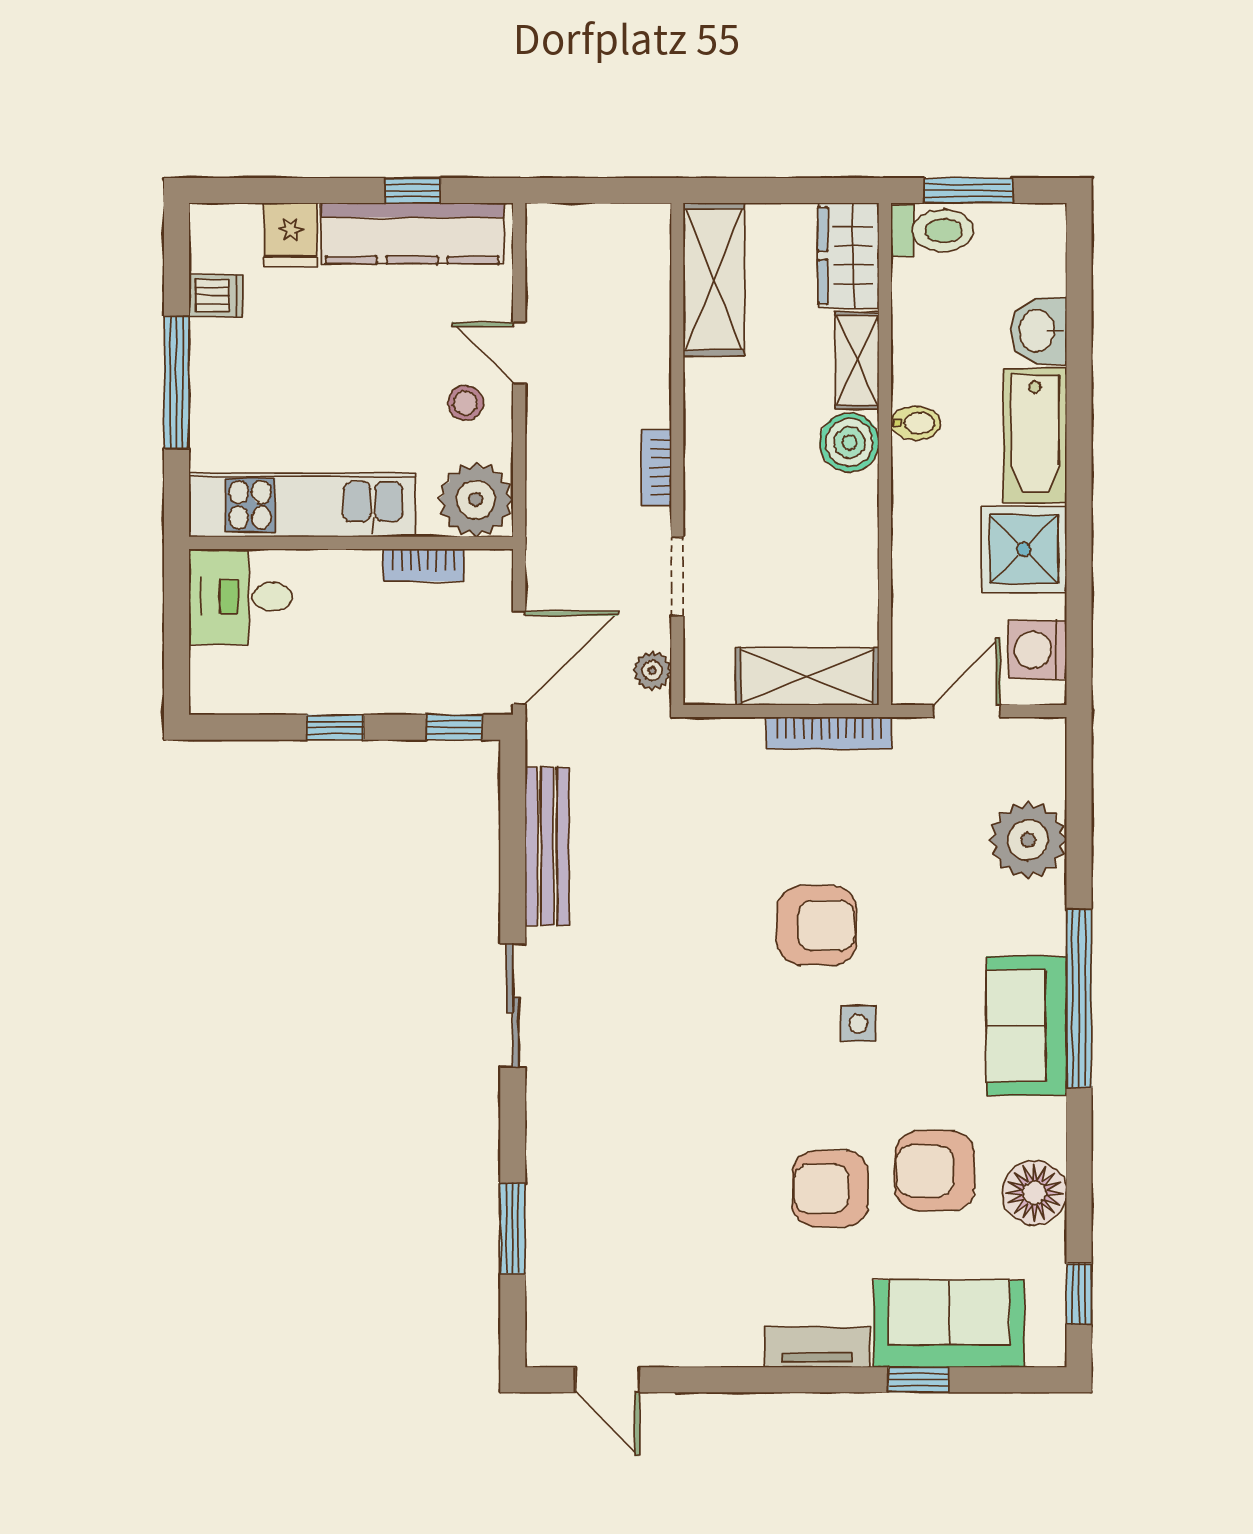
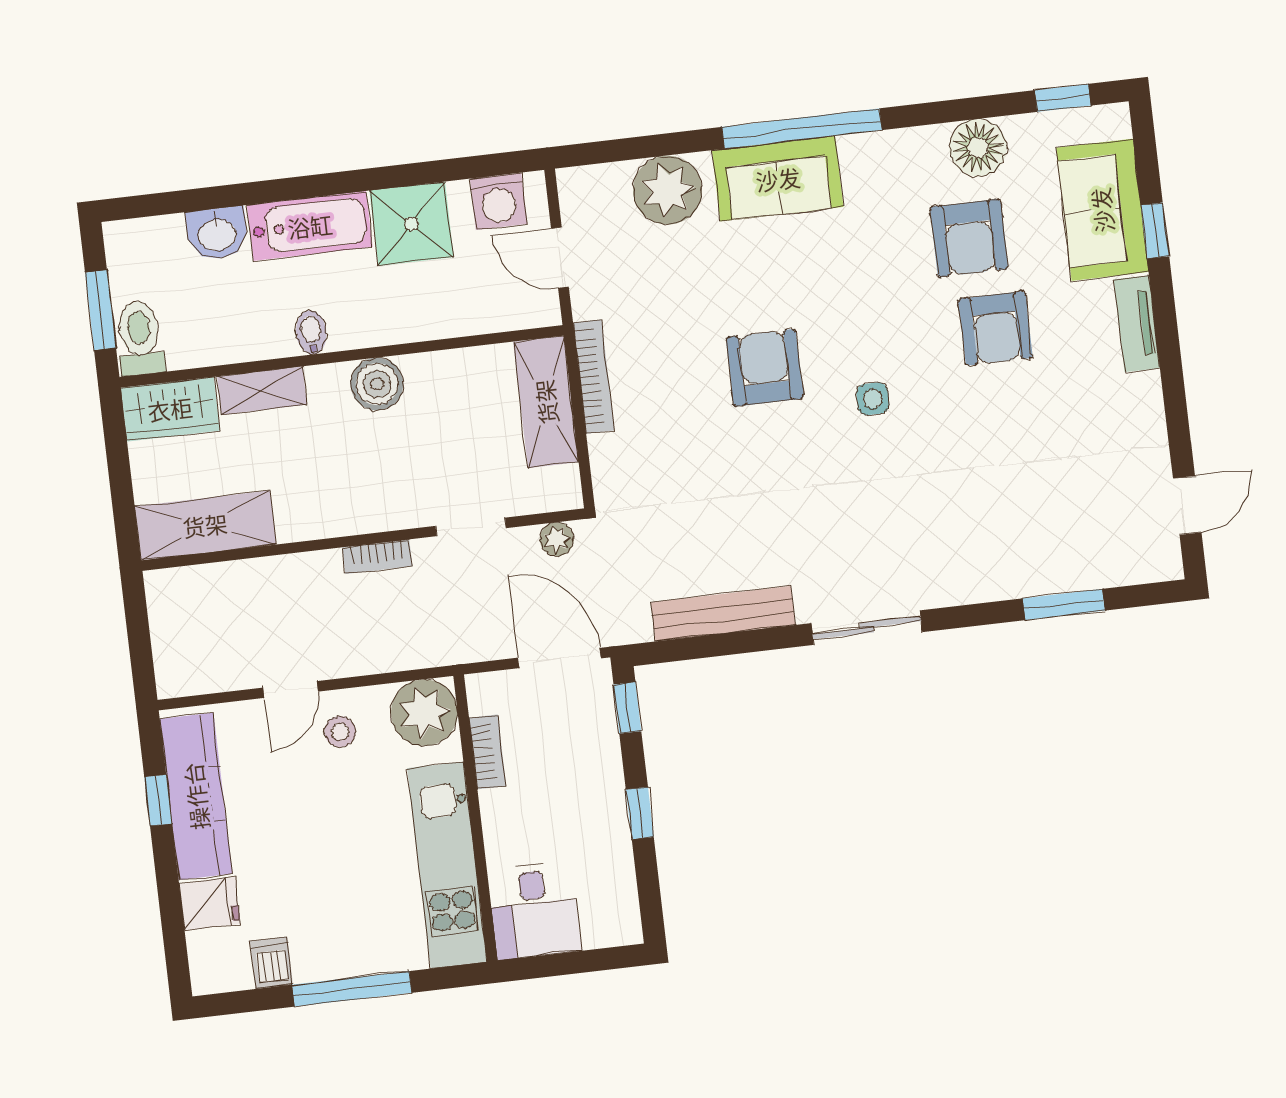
boiler: (849, 442) -> (377, 384), moved
side table: (858, 1024) -> (873, 399), moved
sofa: (1026, 1026) -> (778, 179), moved

